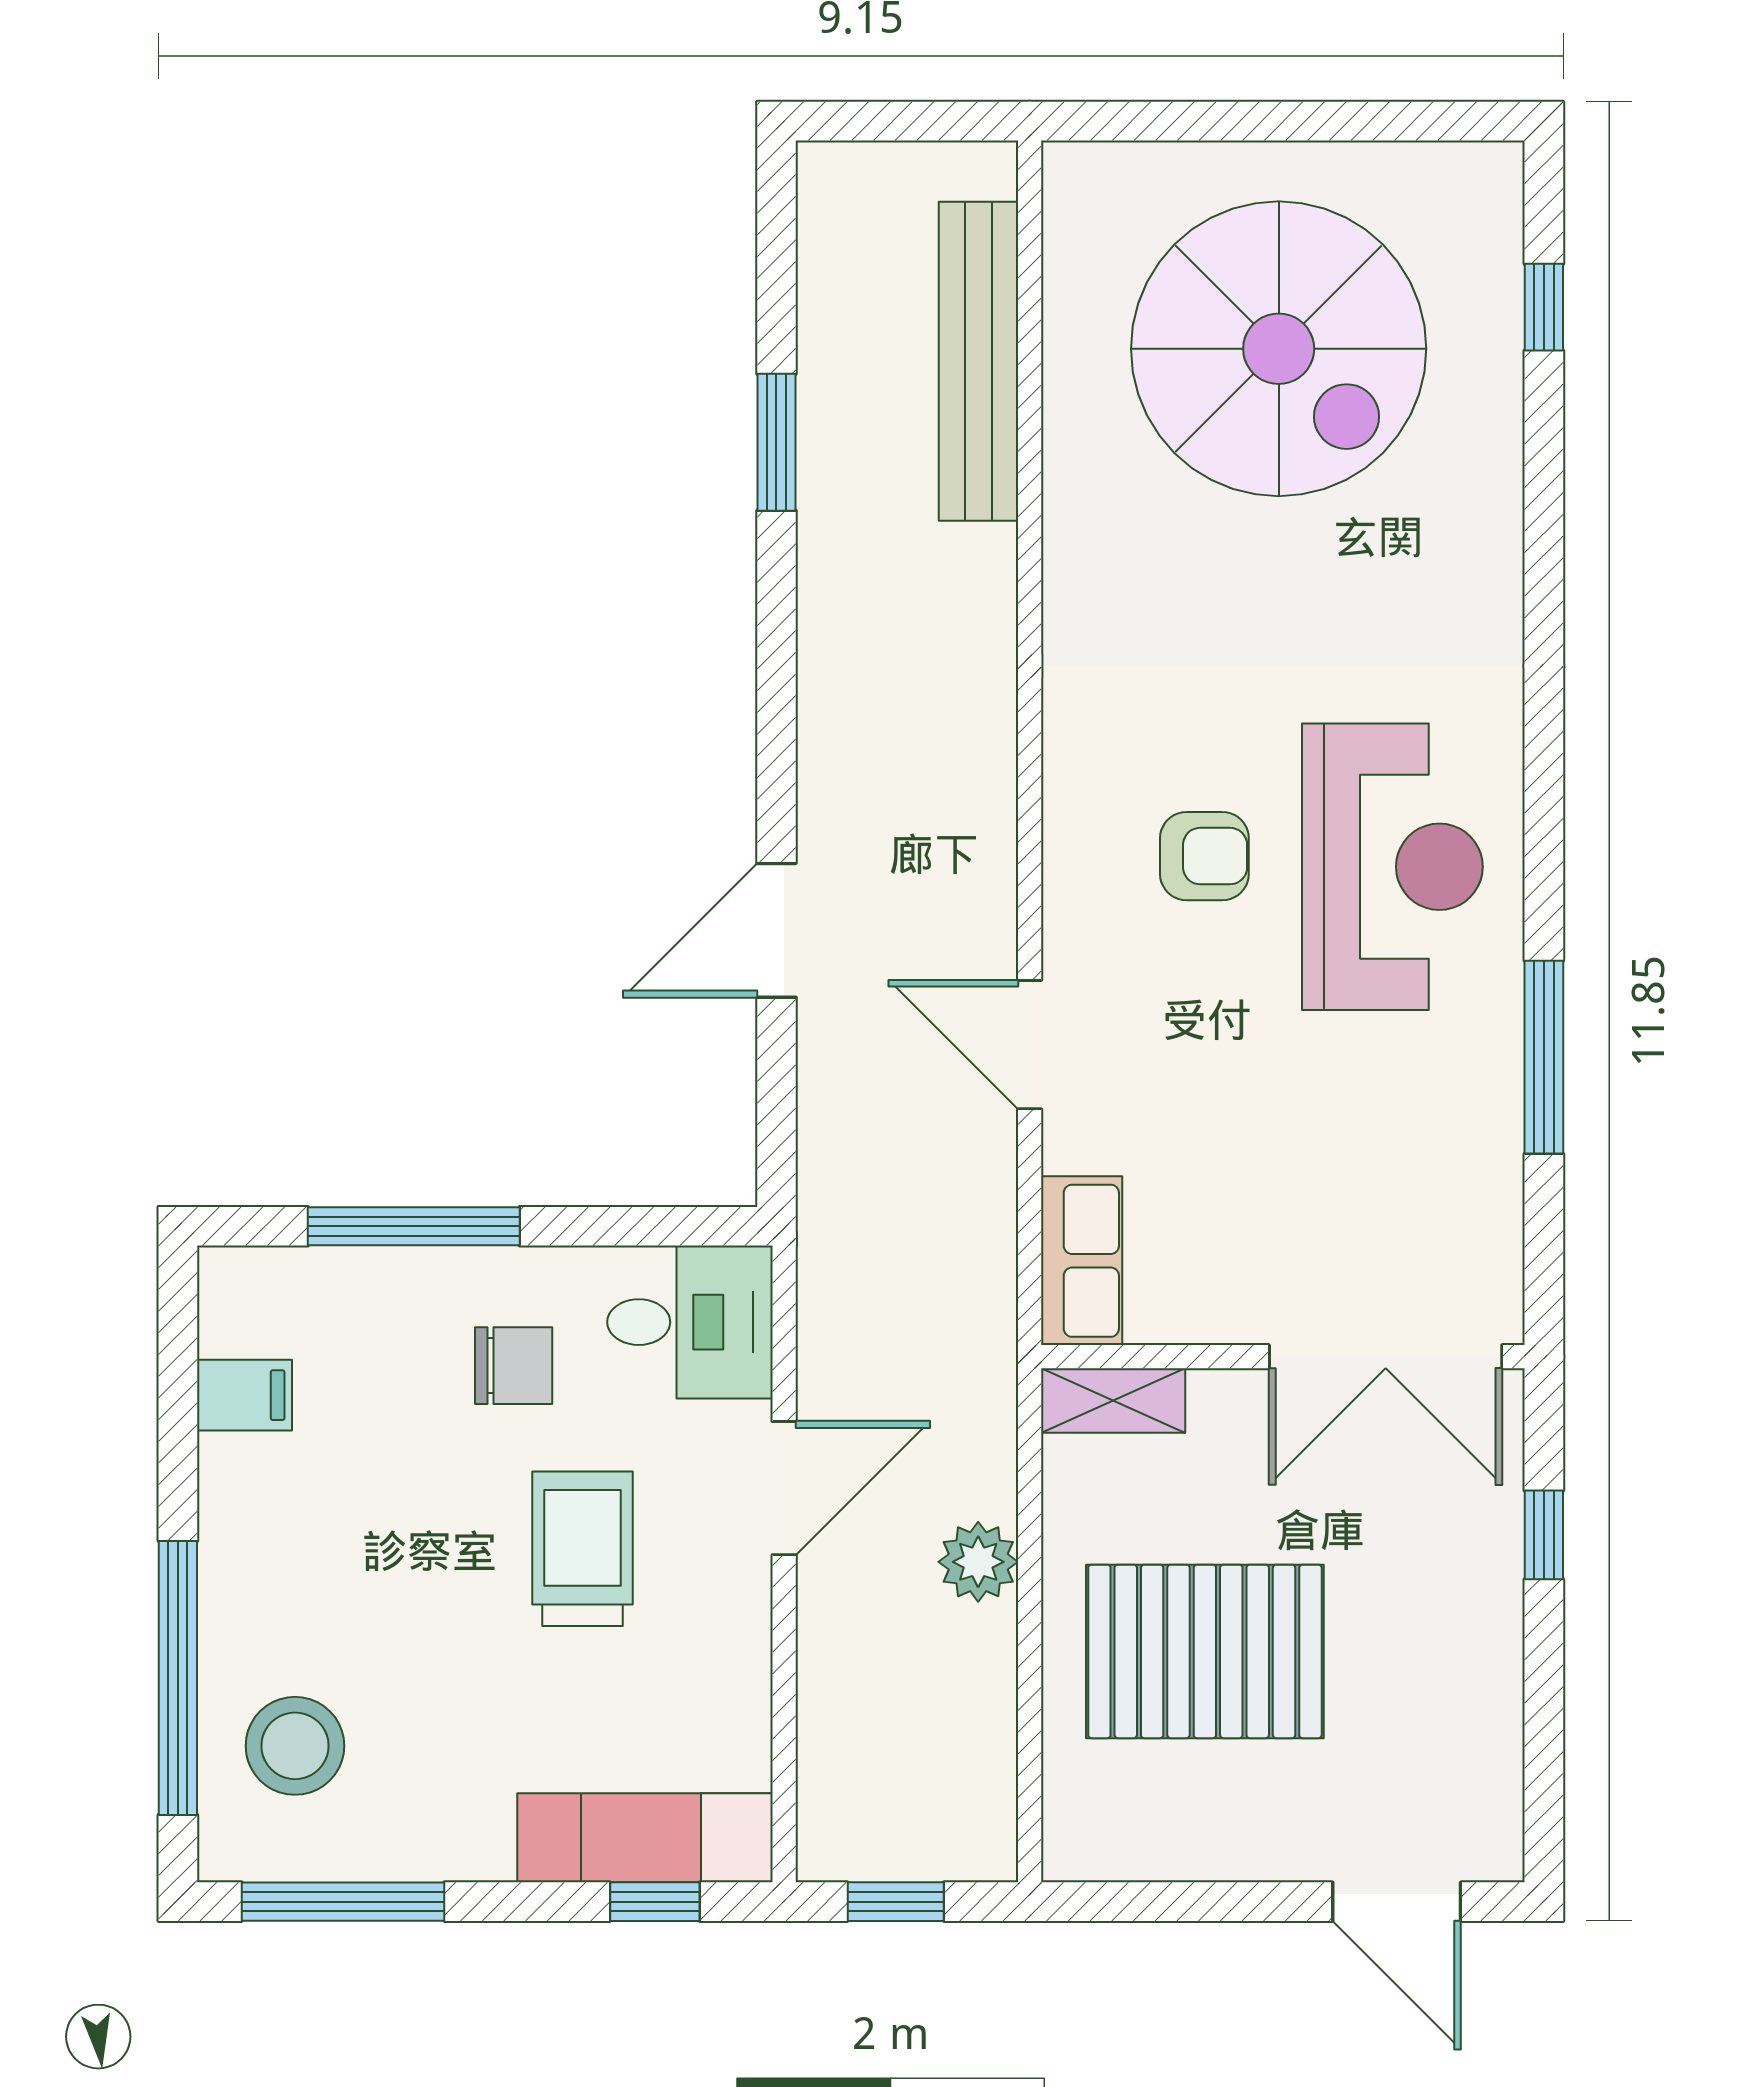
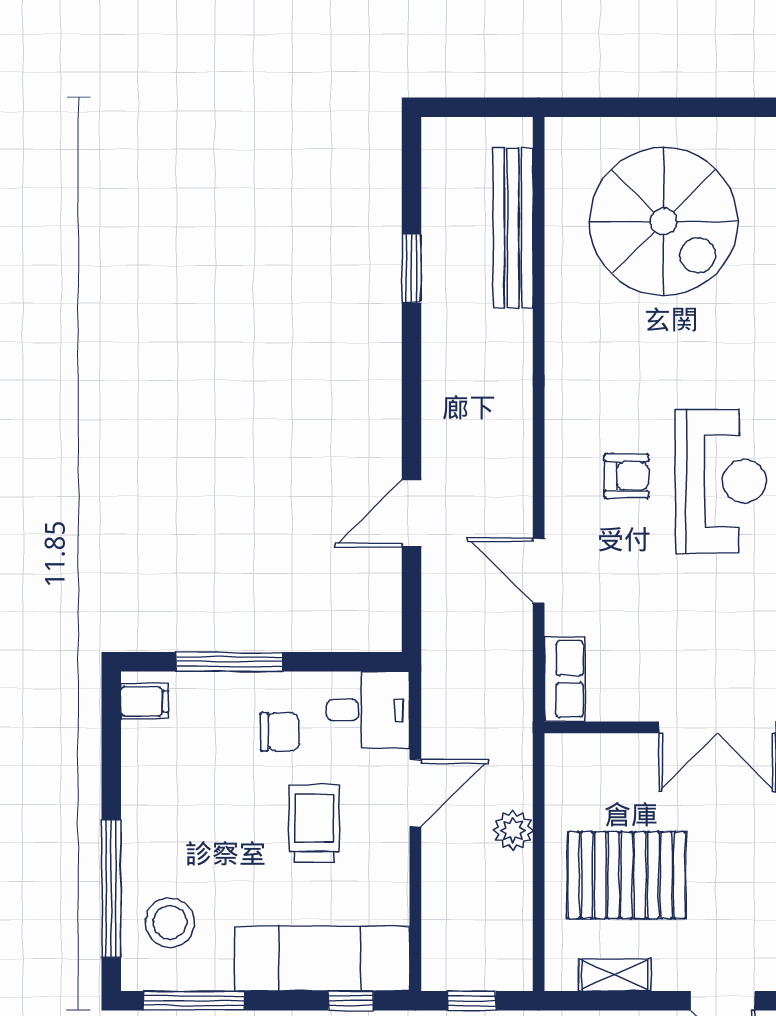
filing cabinet: (244, 1395) -> (145, 701), moved
shelving: (1113, 1401) -> (615, 975), moved
exam couch: (645, 1838) -> (322, 959), width x1.36, depth x1.45

